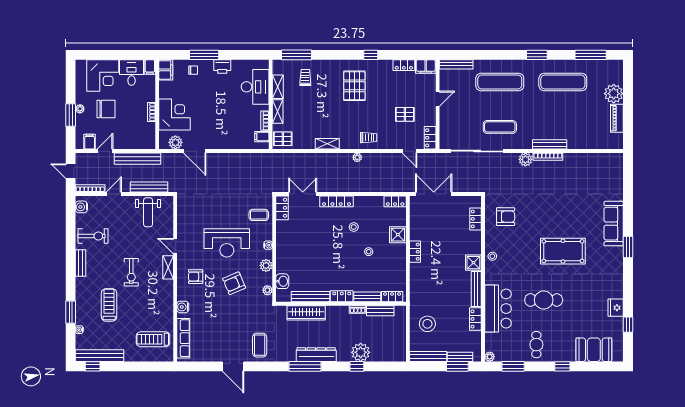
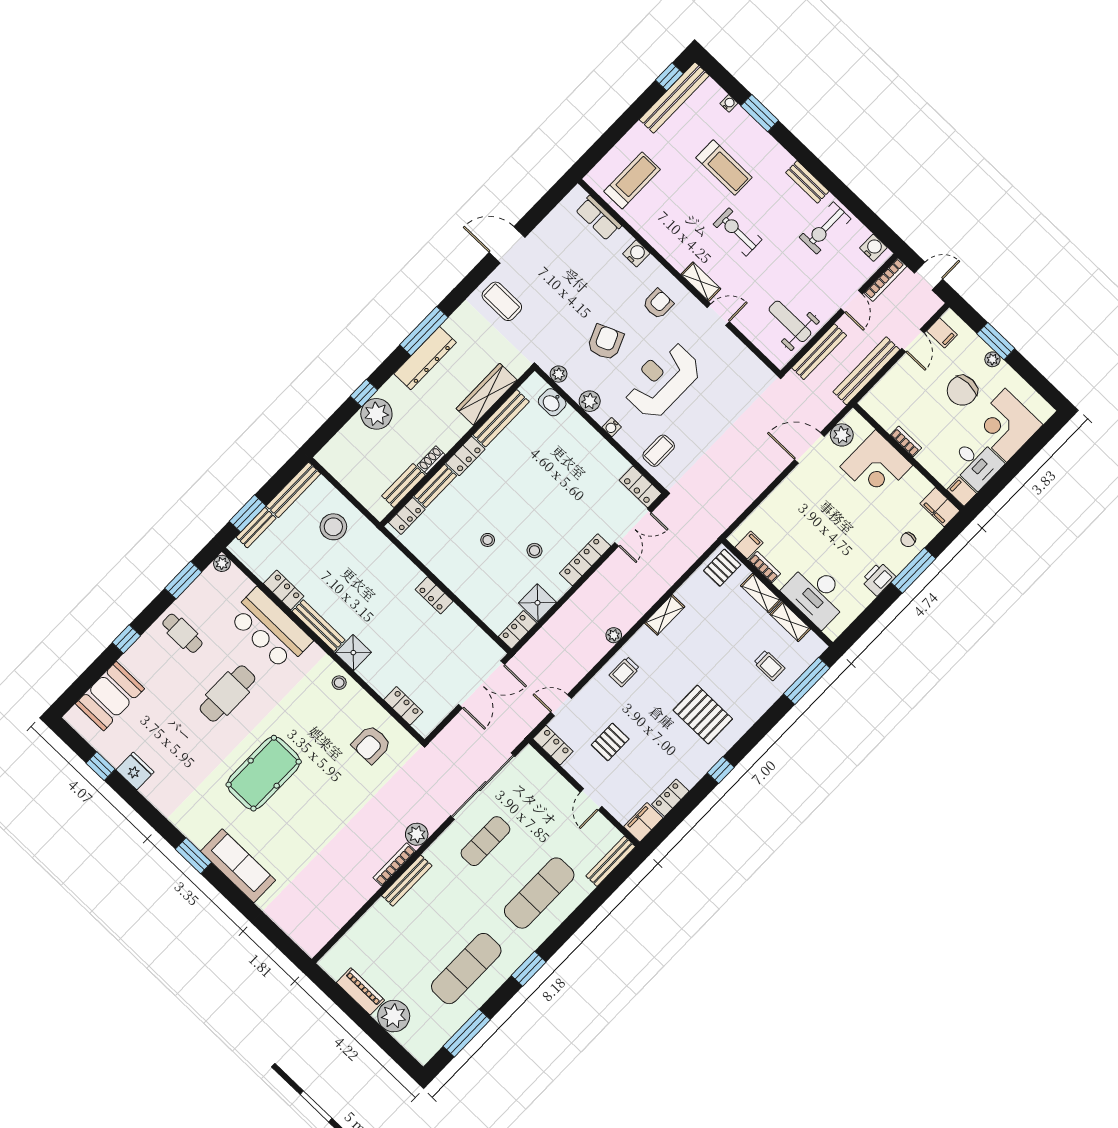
shower: (398, 235) -> (538, 603), moved
row of seats: (183, 338) -> (598, 218), width x0.68

